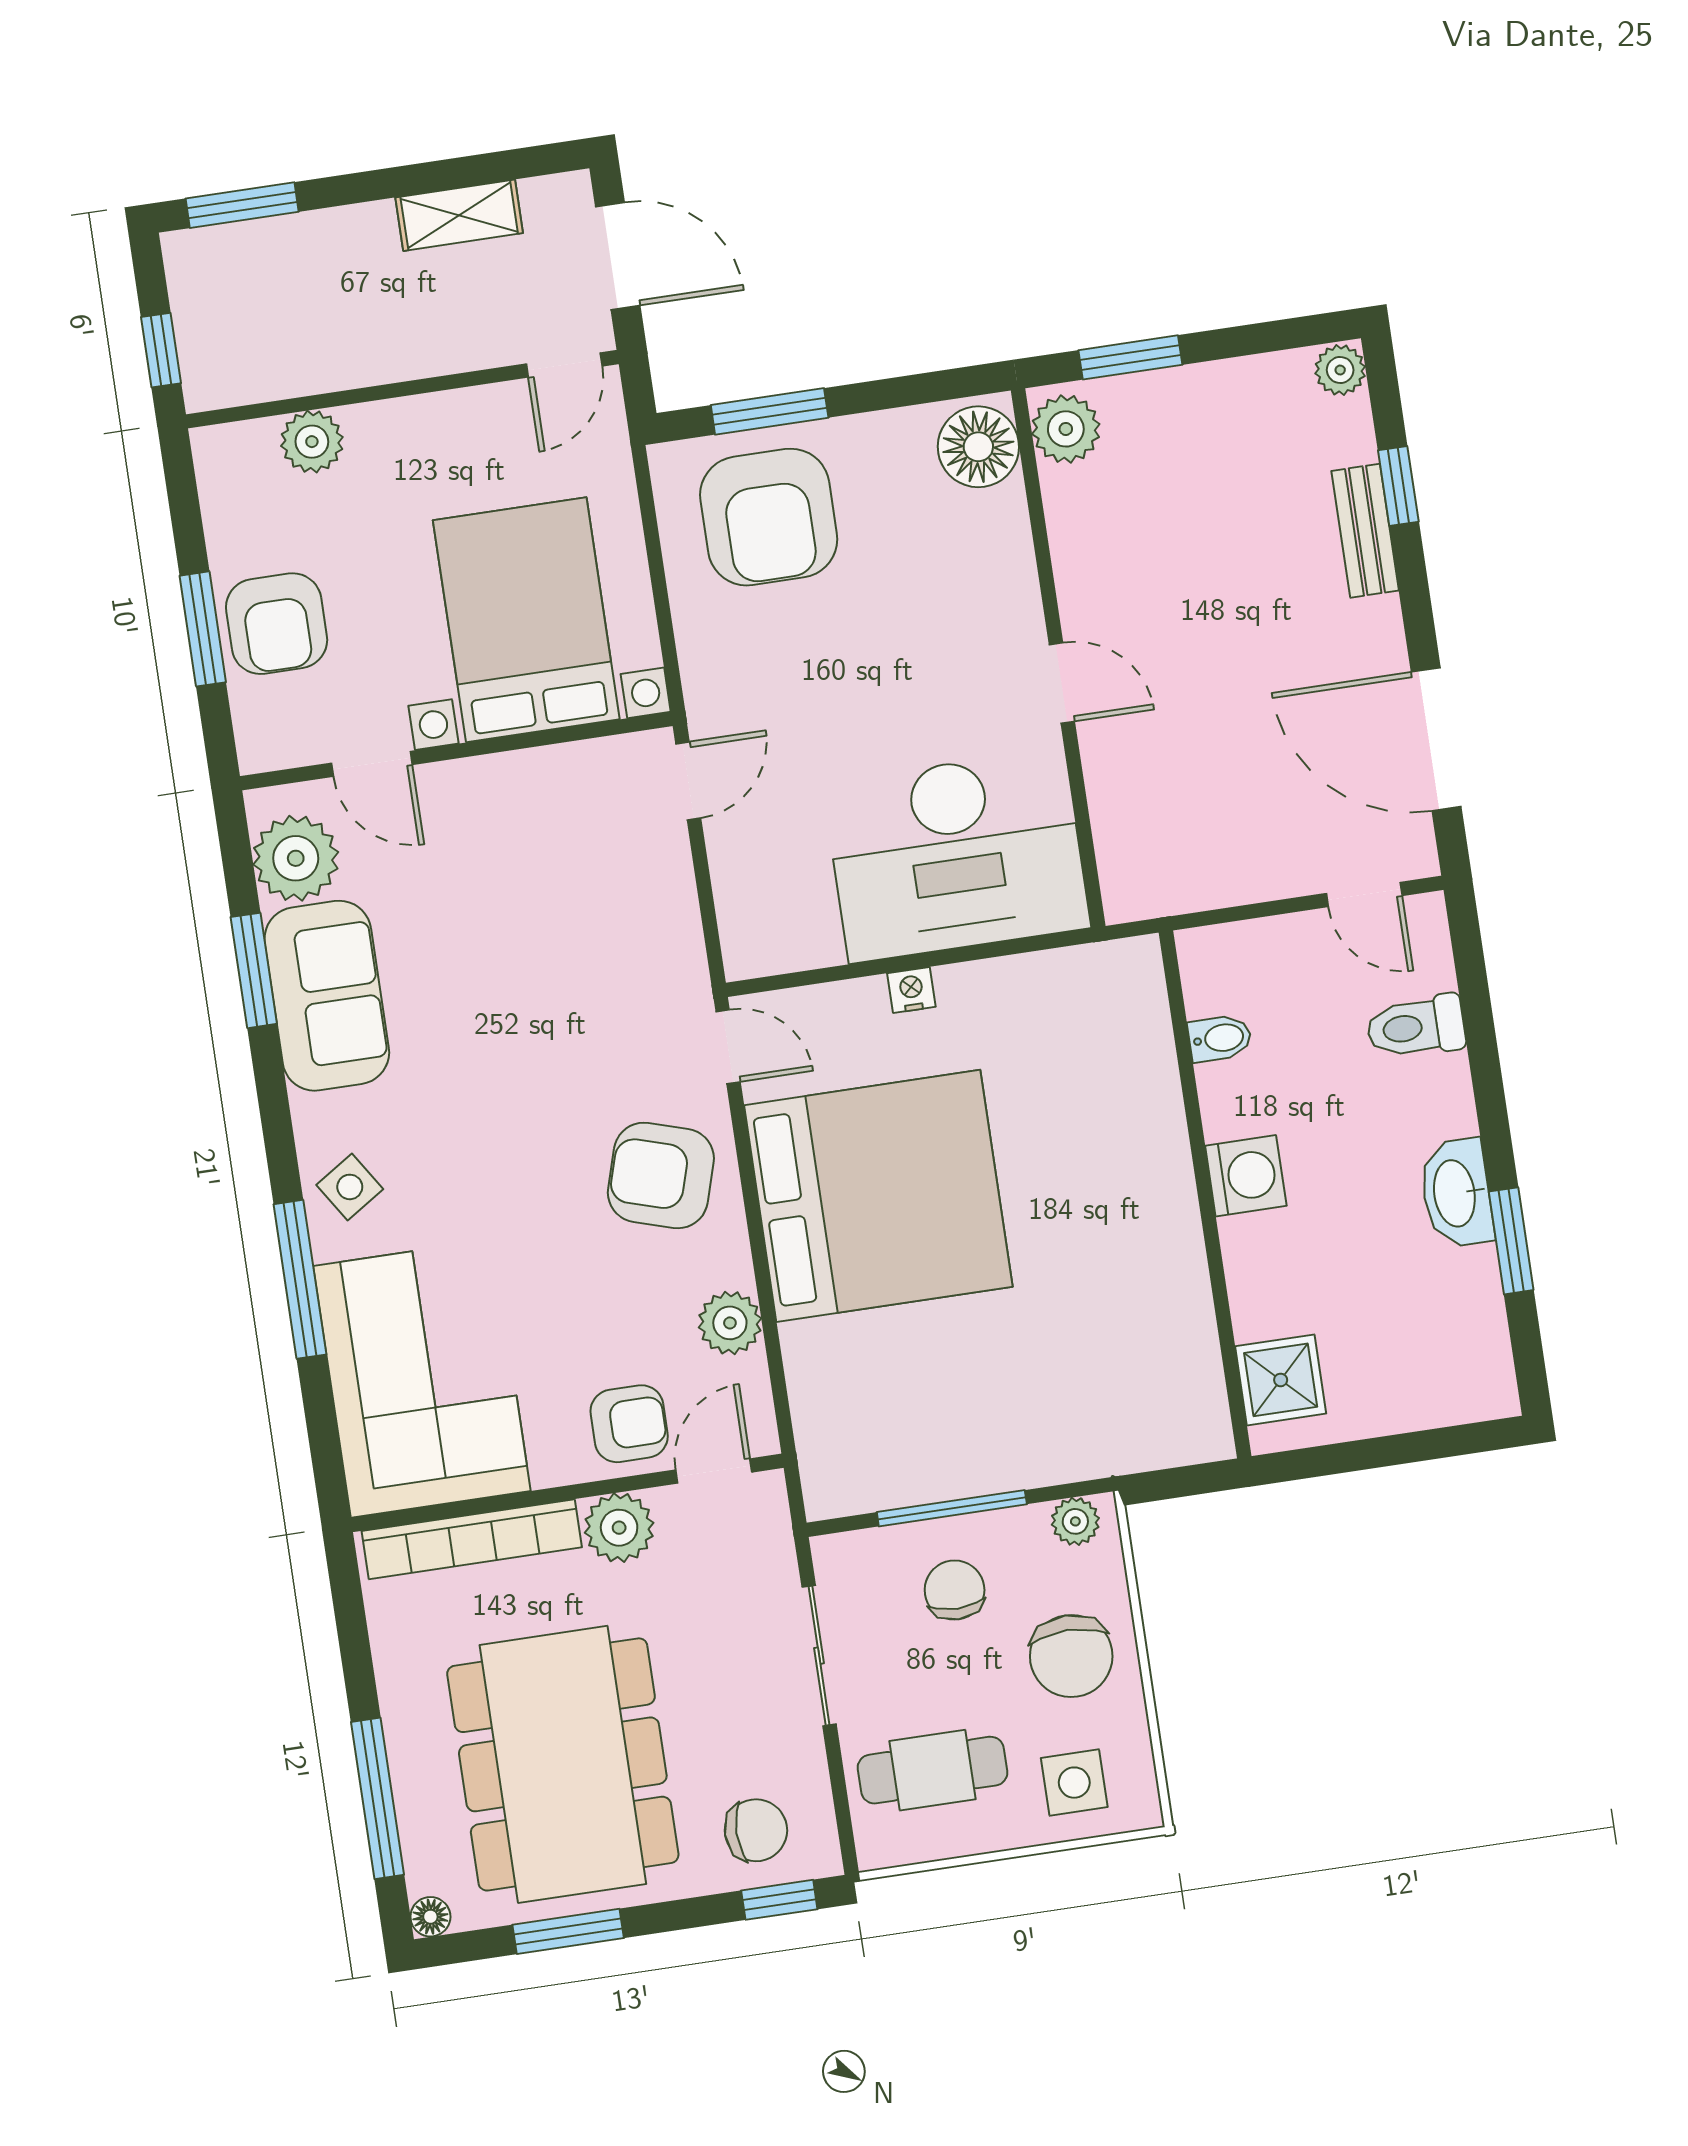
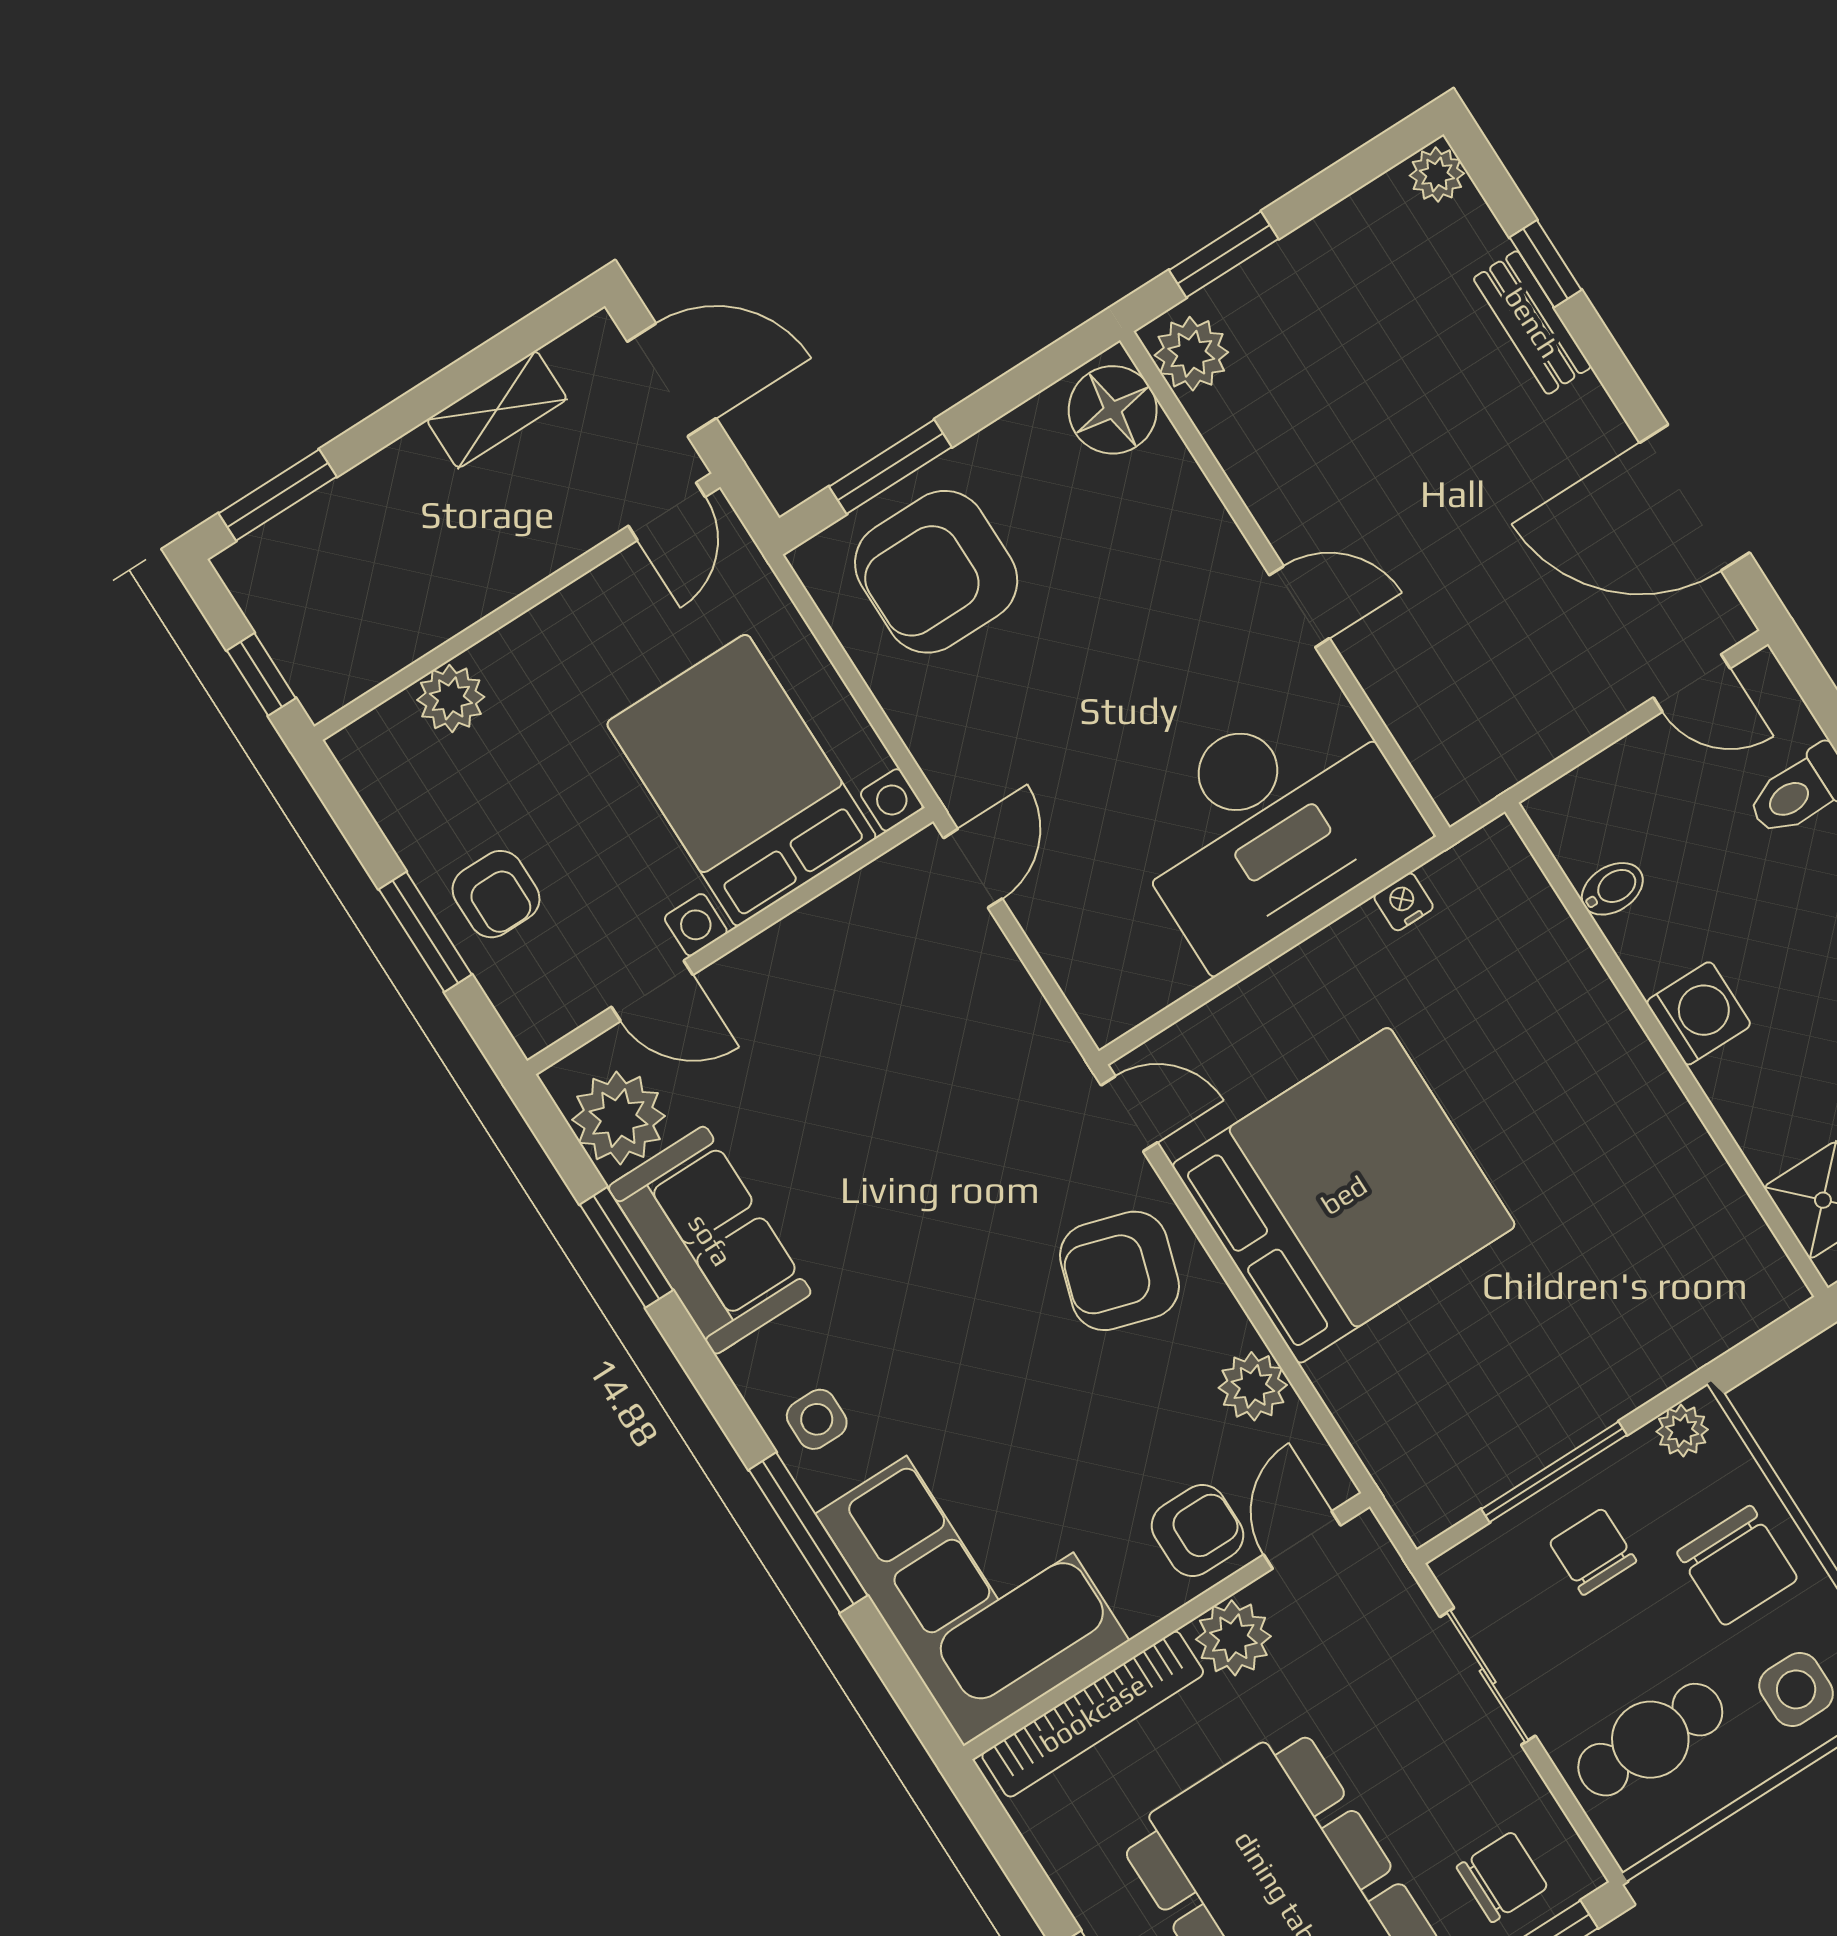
armchair: (769, 517) -> (936, 572), turned 90
armchair: (277, 624) -> (496, 894), width x0.72, depth x0.72
nightstand: (911, 990) -> (1404, 902), moved
side table: (350, 1187) -> (817, 1419), turned 33

